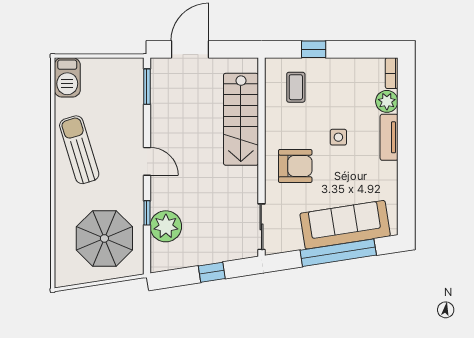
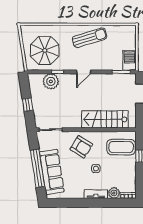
barbecue: (67, 77) -> (130, 60), moved, turned 90
coffee table: (296, 87) -> (121, 147), width x1.86, depth x1.72
armchair: (295, 166) -> (81, 147), turned -58

